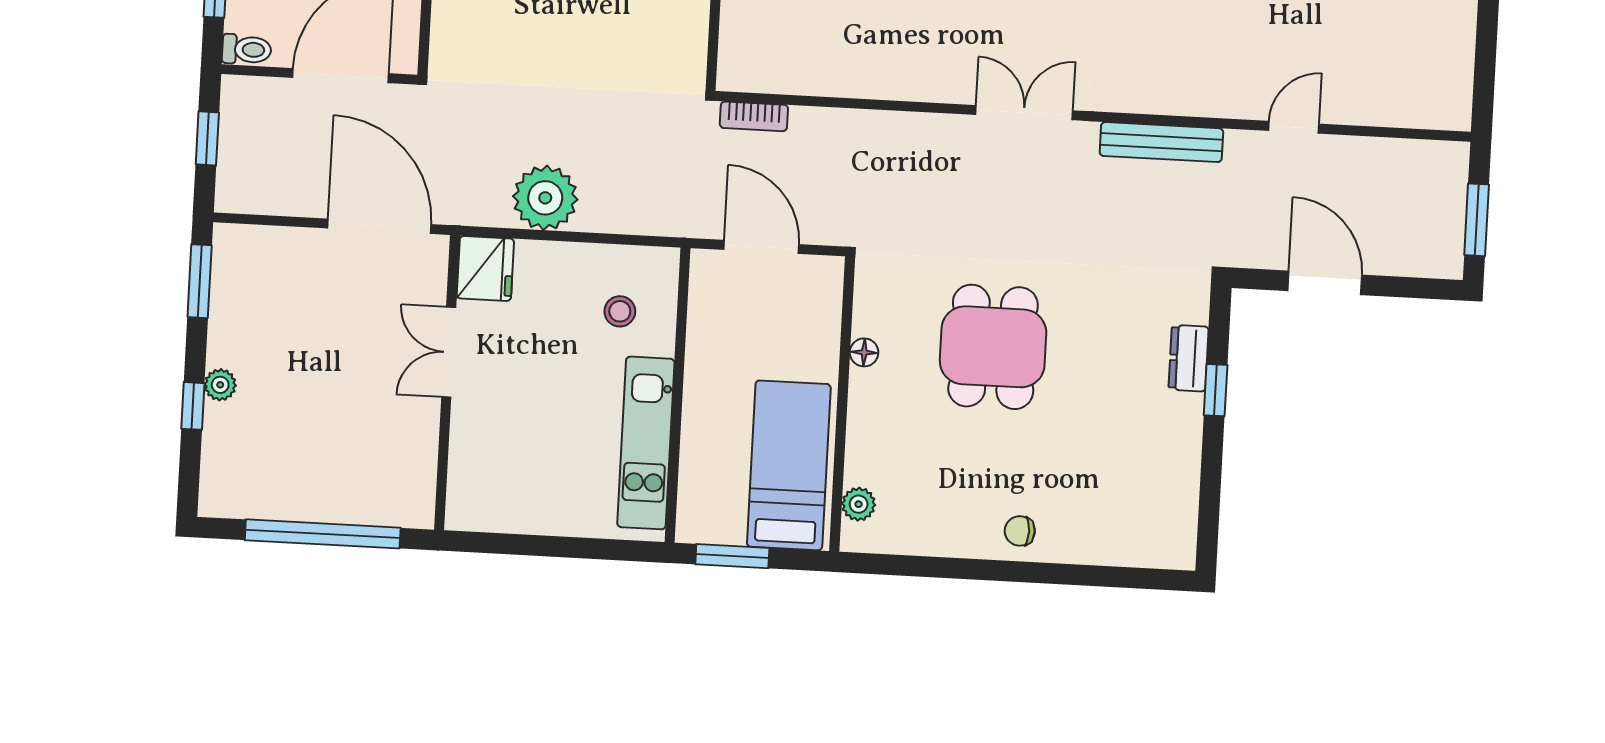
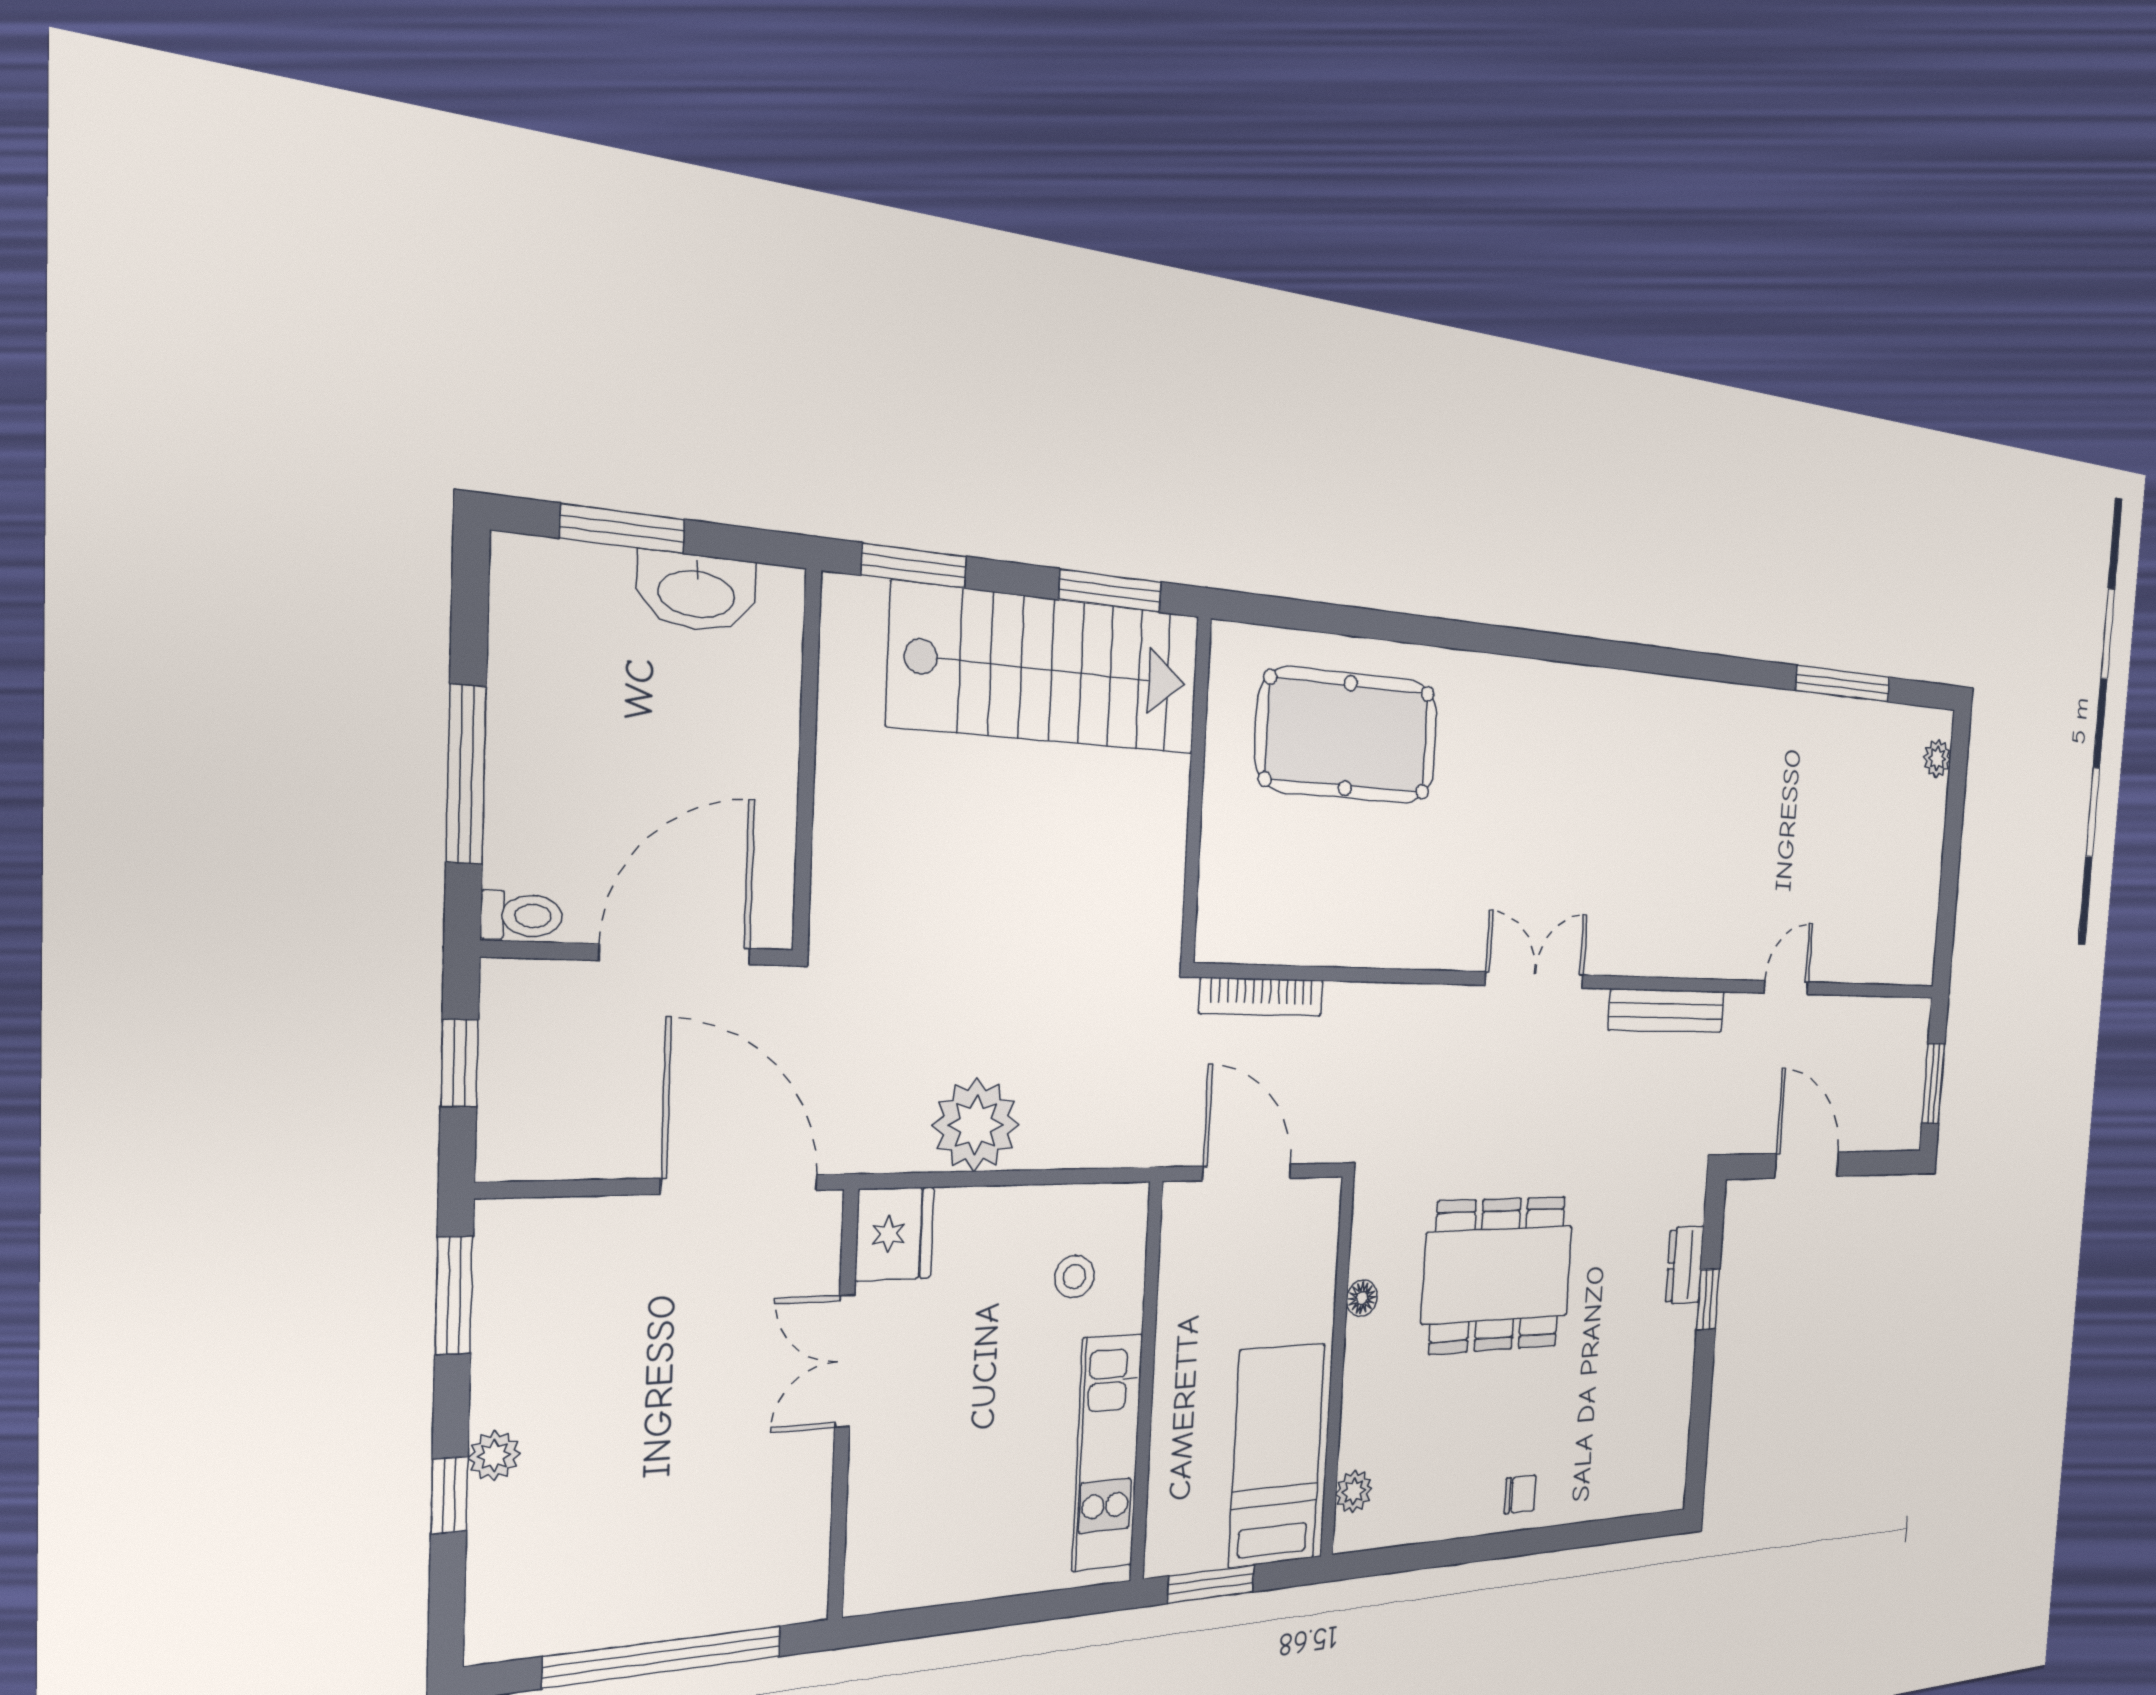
bookcase: (754, 116) -> (1261, 997), width x1.56
dining table: (993, 347) -> (1498, 1275), width x1.38
chair: (1020, 531) -> (1520, 1494), turned 180

